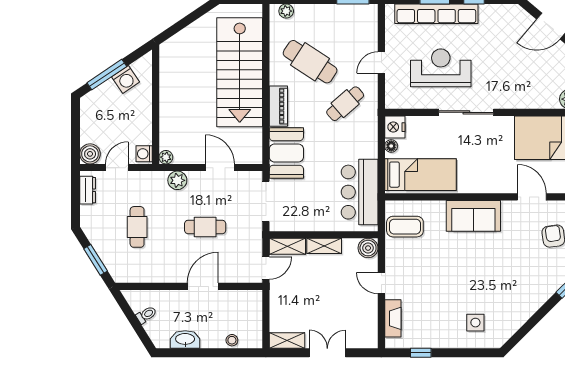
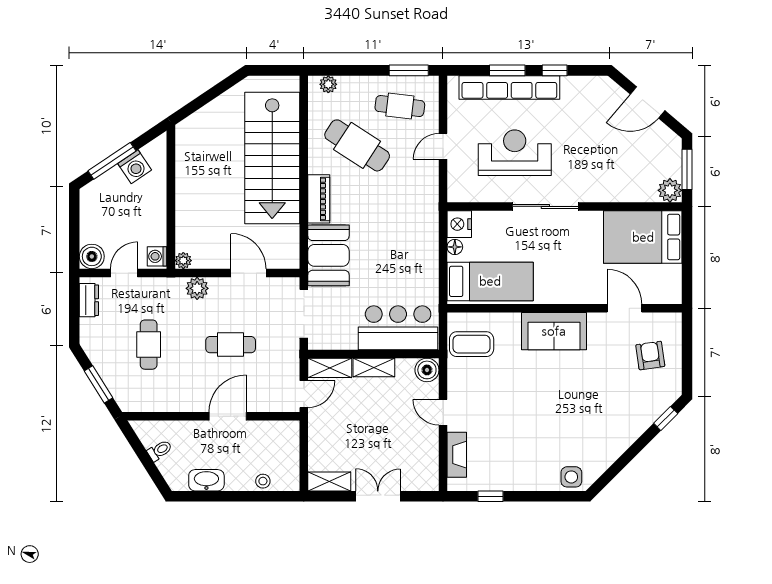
cafe table: (345, 104) -> (400, 106), moved, turned 48
bar counter: (360, 192) -> (398, 328), moved, turned 90
side table: (475, 323) -> (571, 477), moved

